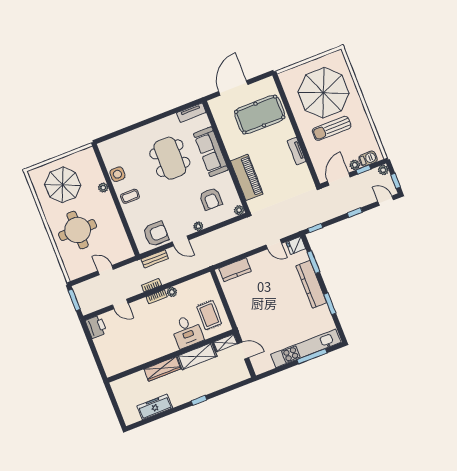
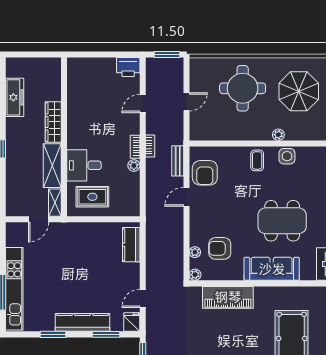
plant: (198, 226) -> (195, 252), moved

